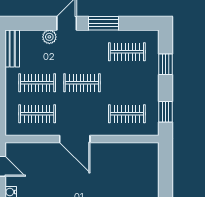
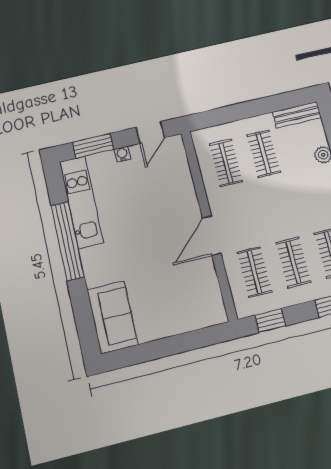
clothes rail: (82, 83) -> (293, 262), moved
door: (75, 139) -> (212, 236), moved

